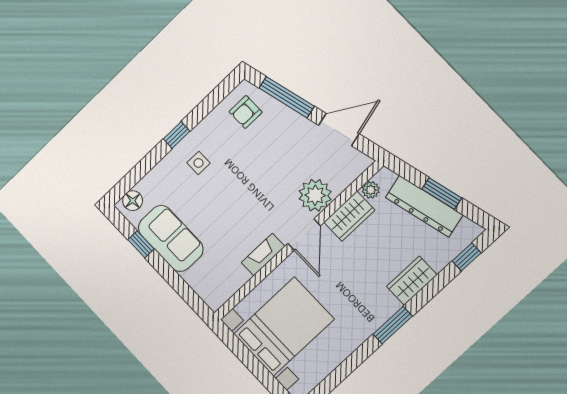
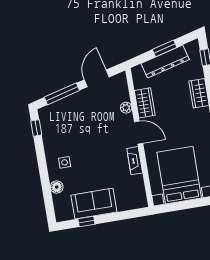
armchair: (246, 112) -> (55, 120), removed
window: (177, 135) -> (36, 128), moved
plant: (371, 190) -> (139, 83), removed
plant: (315, 195) -> (126, 108), width x0.53, depth x0.53
floor lamp: (133, 201) -> (57, 187), moved

